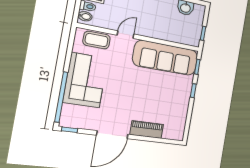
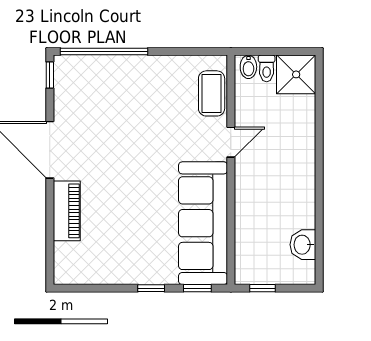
door: (126, 35) -> (231, 142), hinge flipped
corner sofa: (85, 80) -> (139, 87), removed

